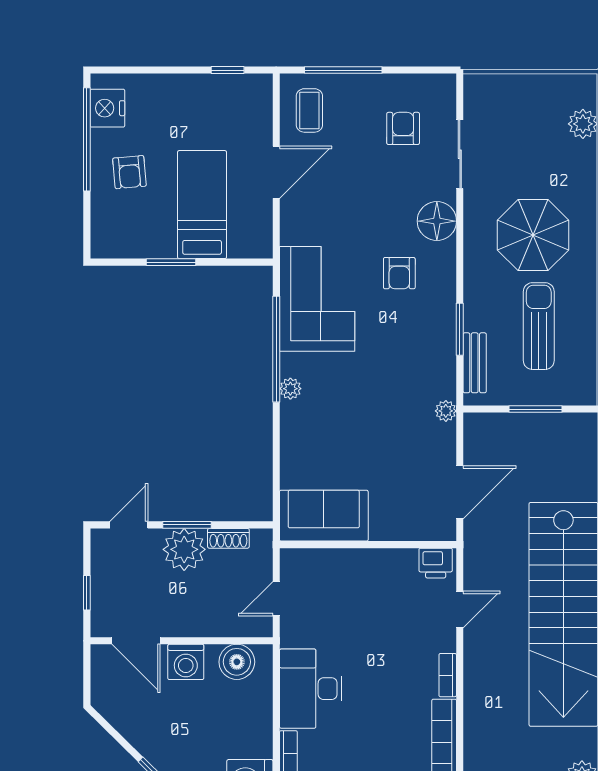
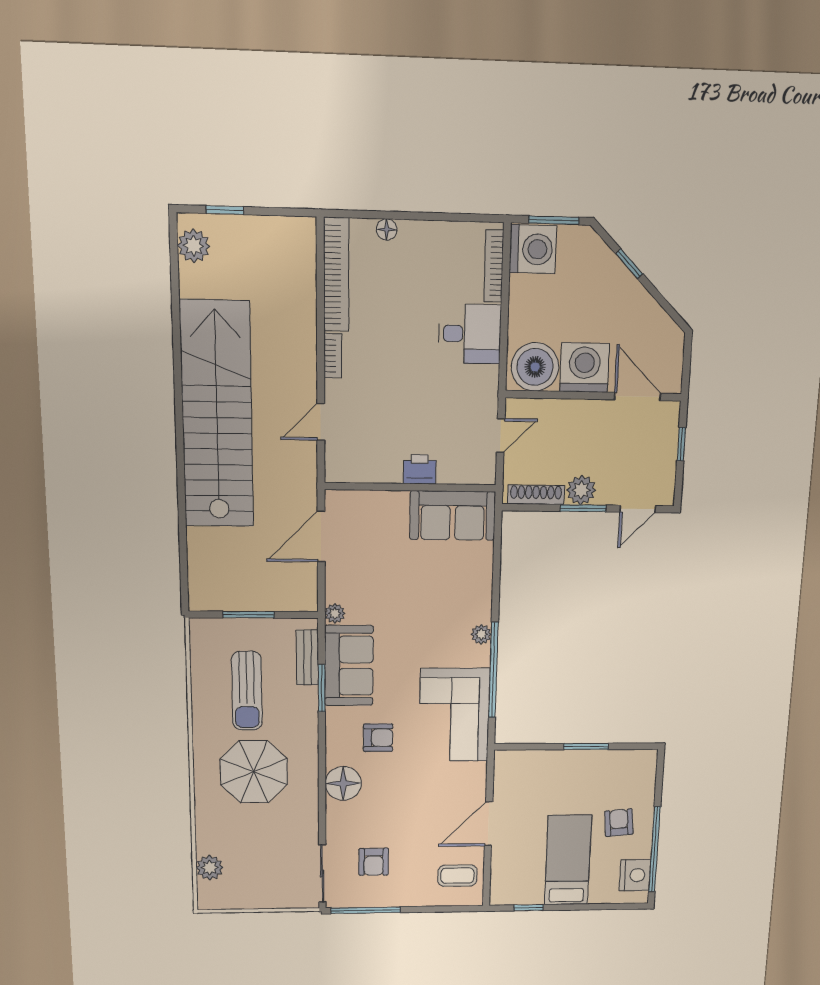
window: (343, 70) -> (366, 910), moved
coffee table: (309, 110) -> (457, 876), turned 90
sliding door: (460, 154) -> (322, 874), moved
bed: (202, 205) -> (568, 860), moved, turned 180
armchair: (399, 273) -> (378, 738), turned 90
sofa: (431, 354) -> (349, 666), added
shoe rack: (228, 538) -> (536, 495), width x1.43
plant: (184, 549) -> (581, 490), width x0.73, depth x0.73
printer: (436, 563) -> (420, 469), moved
washing machine: (186, 662) -> (585, 368), width x1.37, depth x1.37
boiler: (237, 662) -> (535, 367), width x1.37, depth x1.37
desk: (311, 689) -> (470, 334), width x0.73

